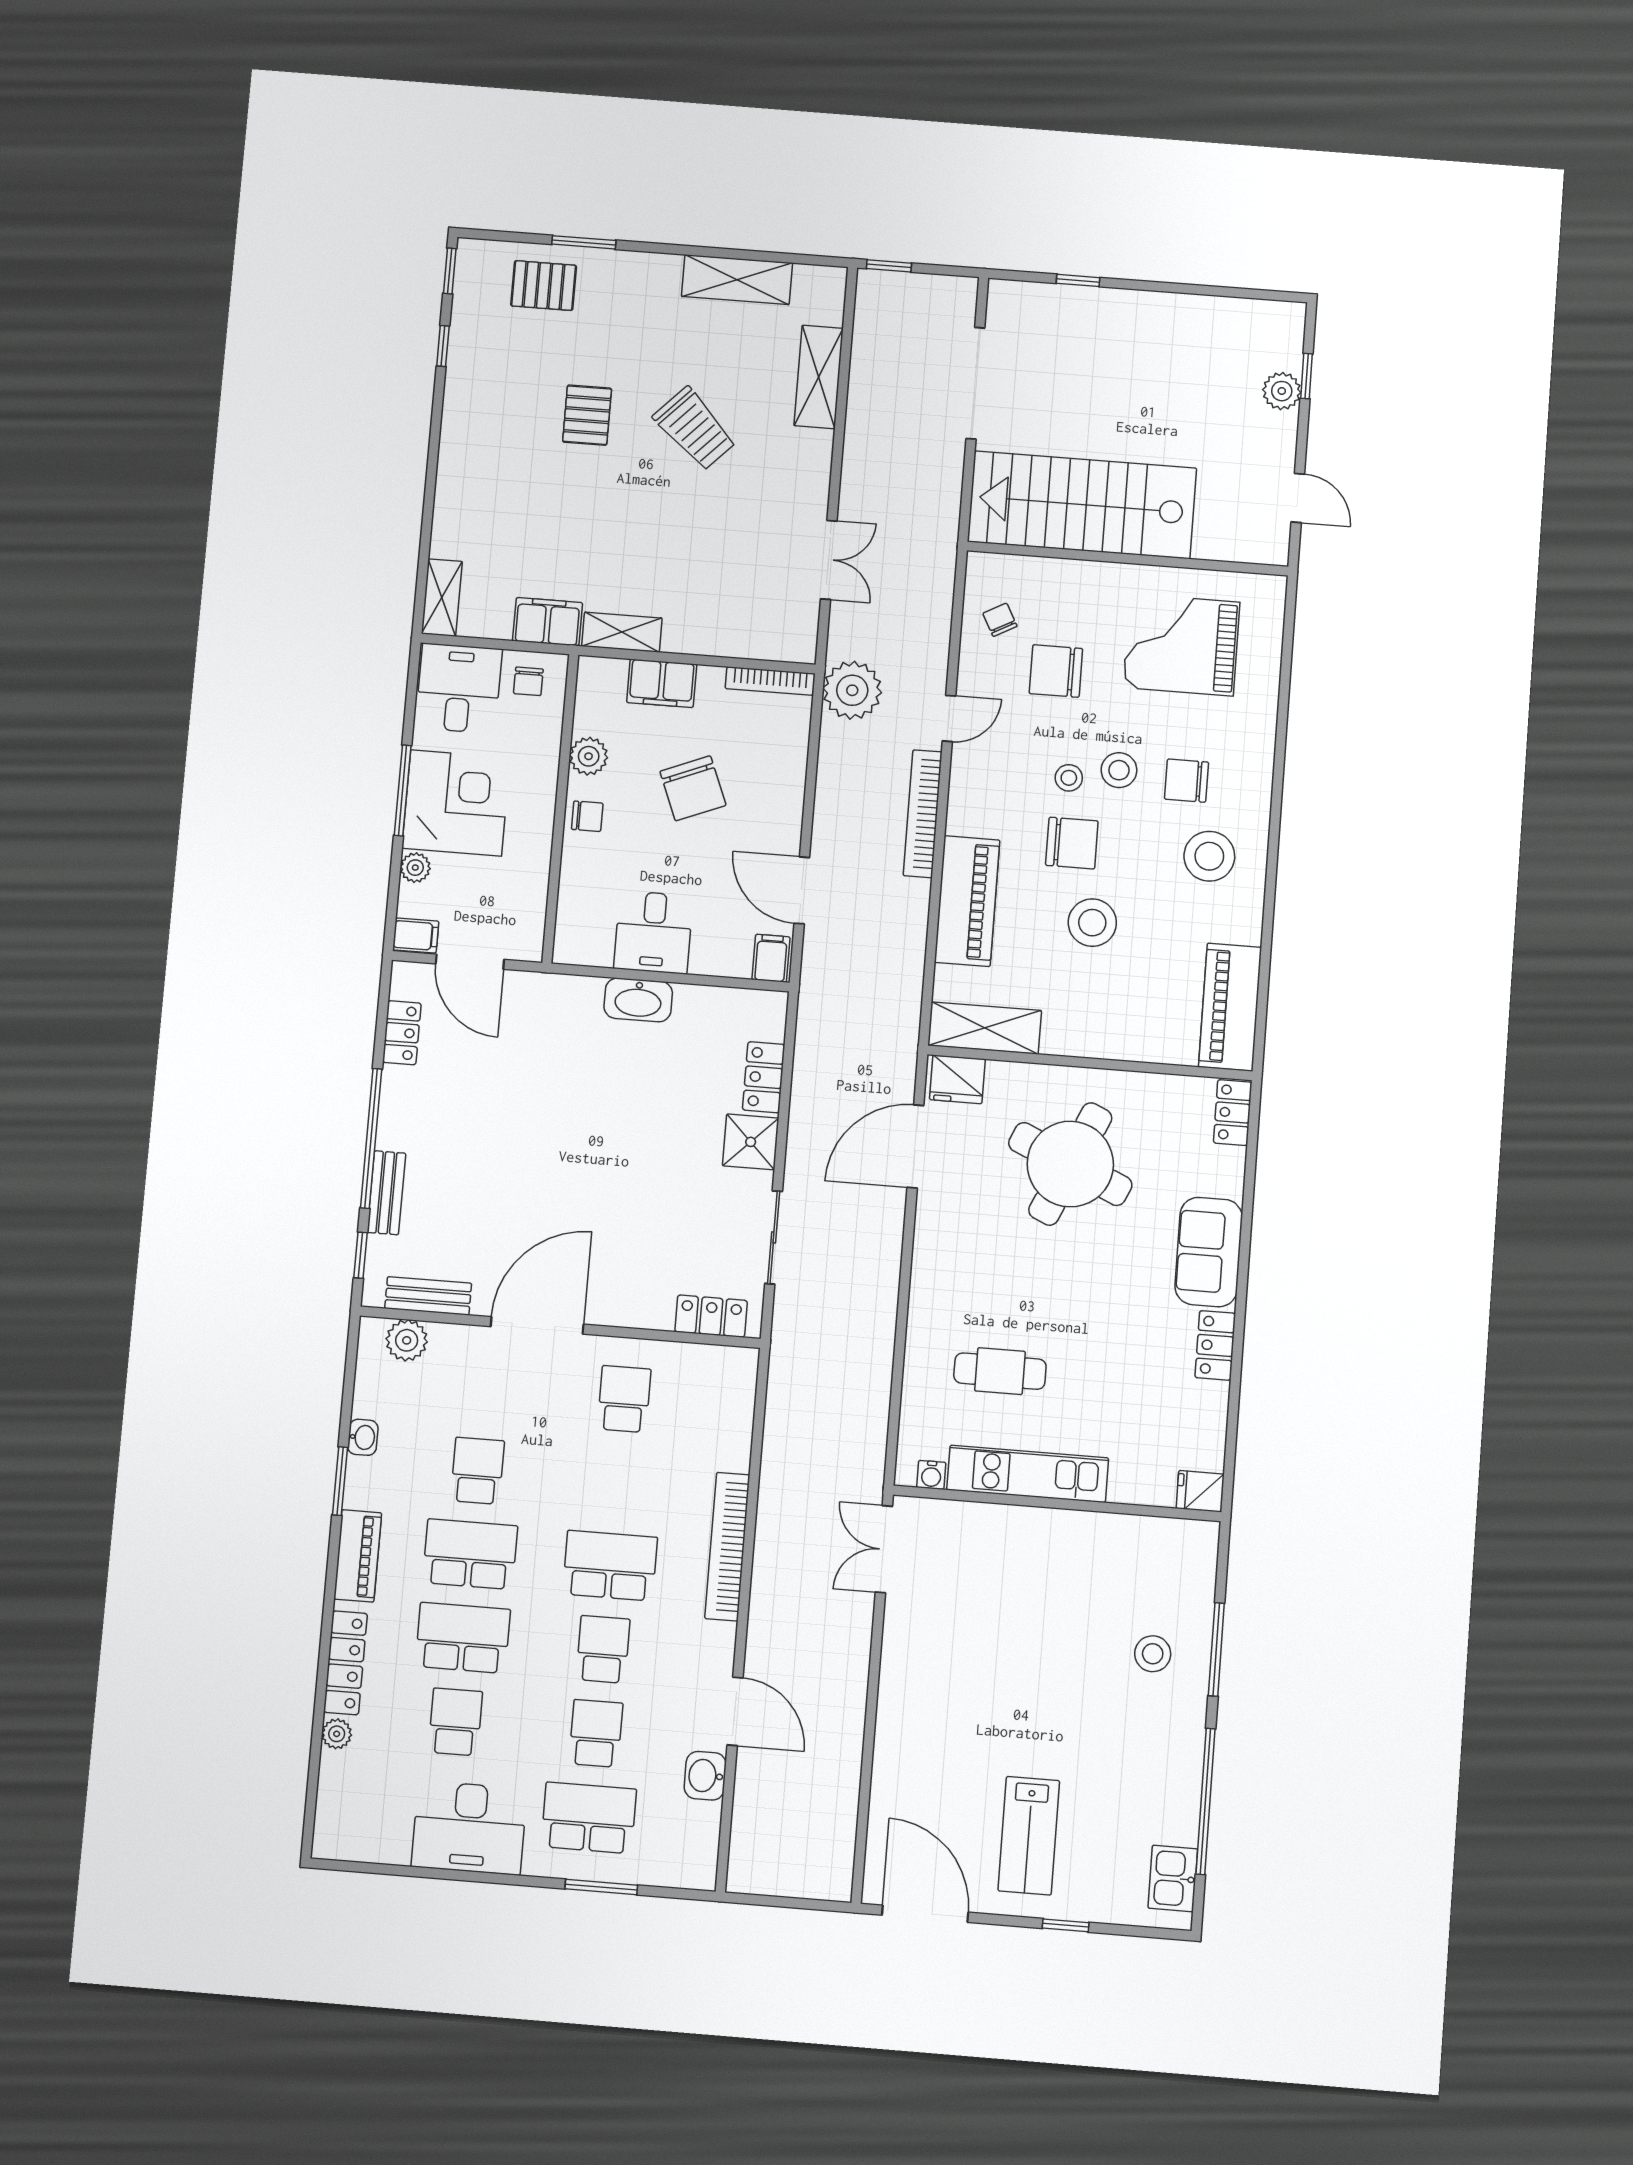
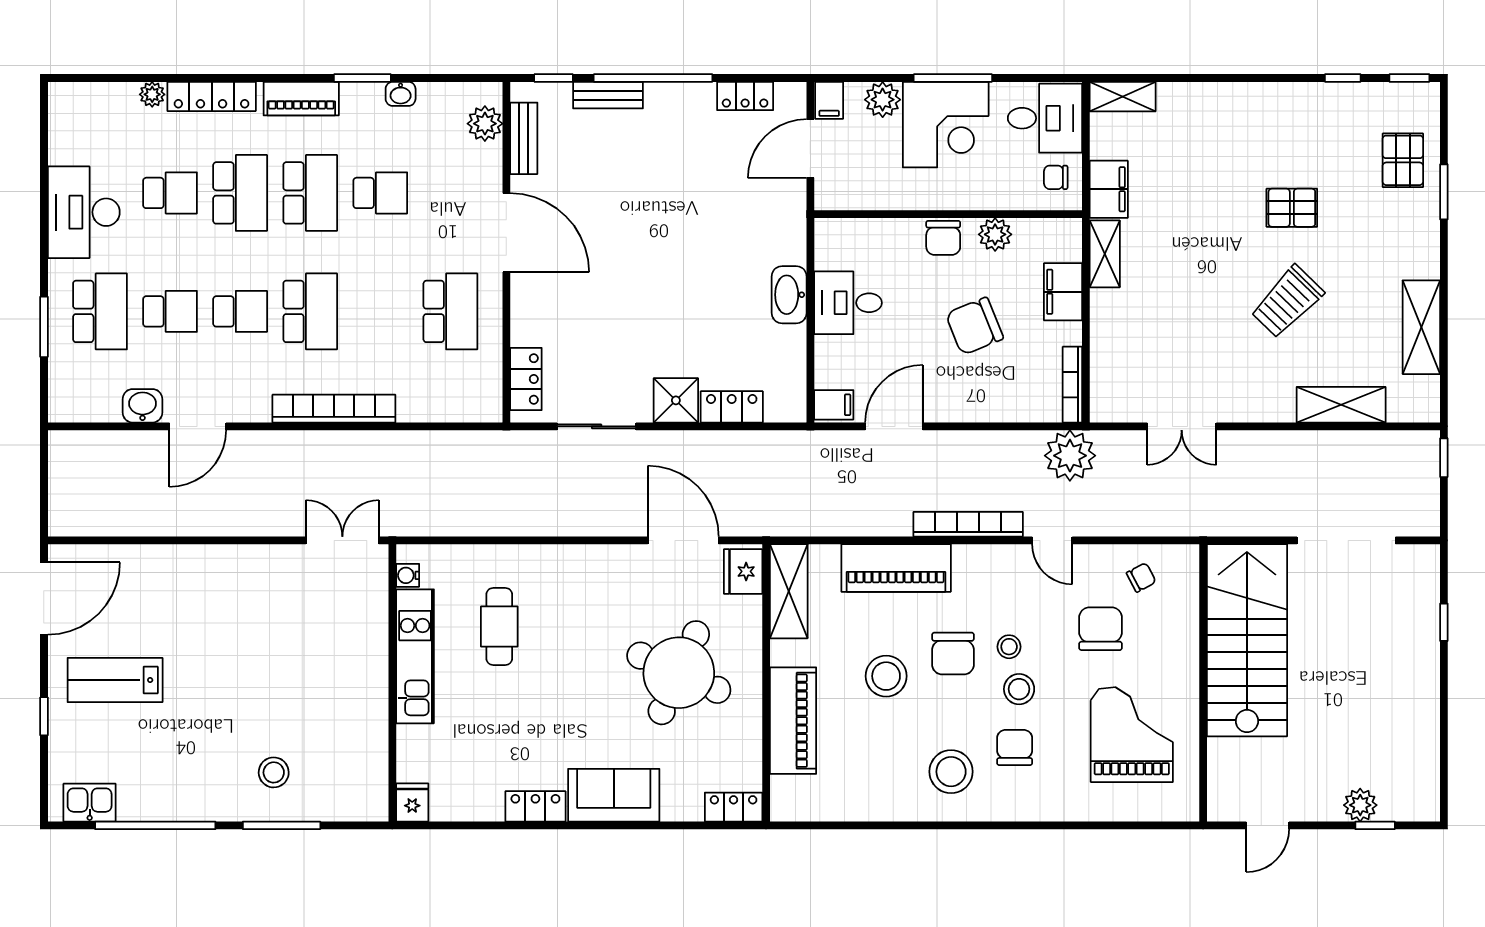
chair: (587, 816) -> (943, 238), width x1.37, depth x1.37
plant: (415, 868) -> (883, 100), width x1.38, depth x1.38
piano: (1230, 1007) -> (793, 721), moved, turned 90
school desk: (624, 1399) -> (450, 311), width x1.85

